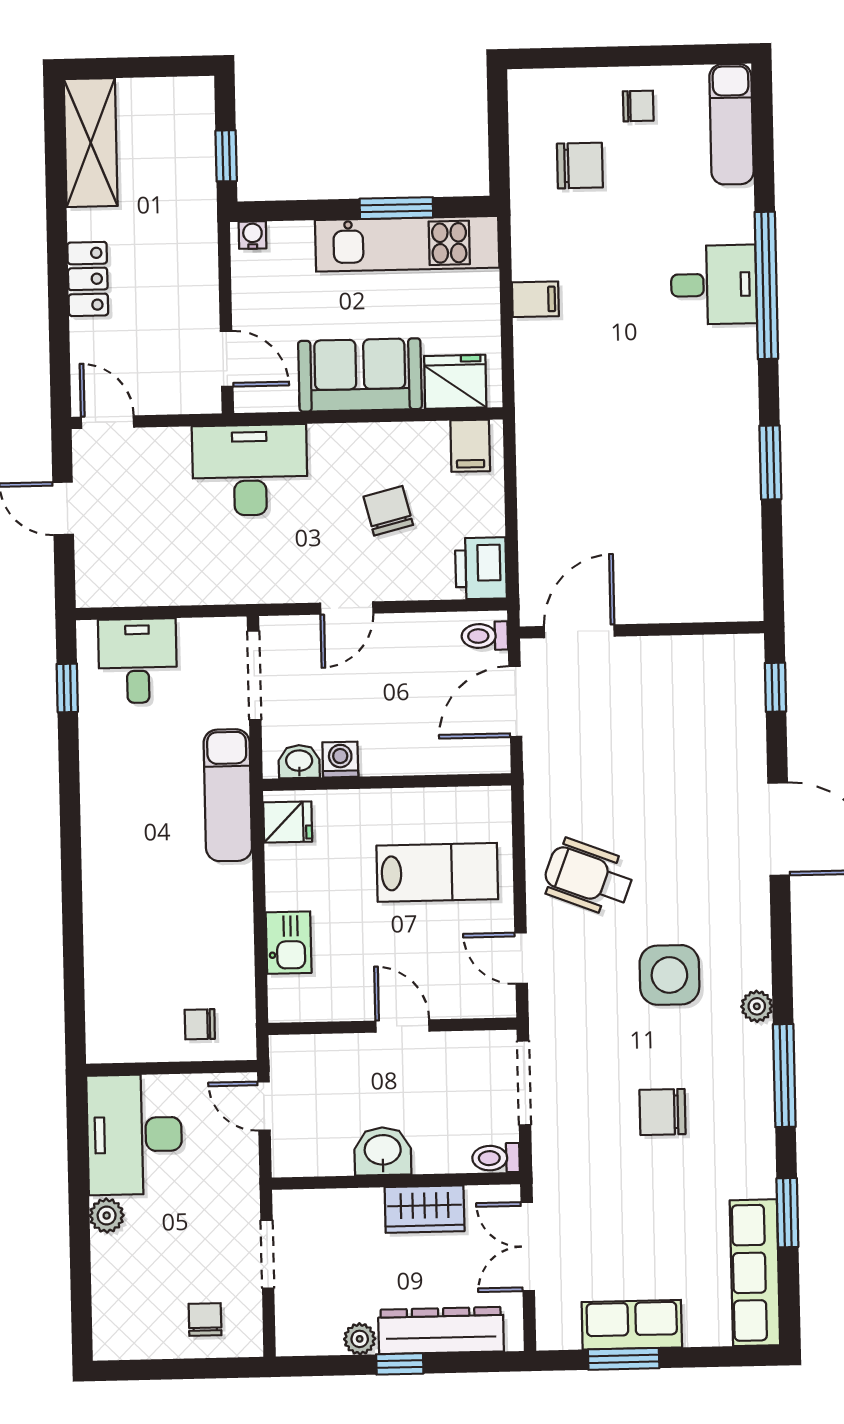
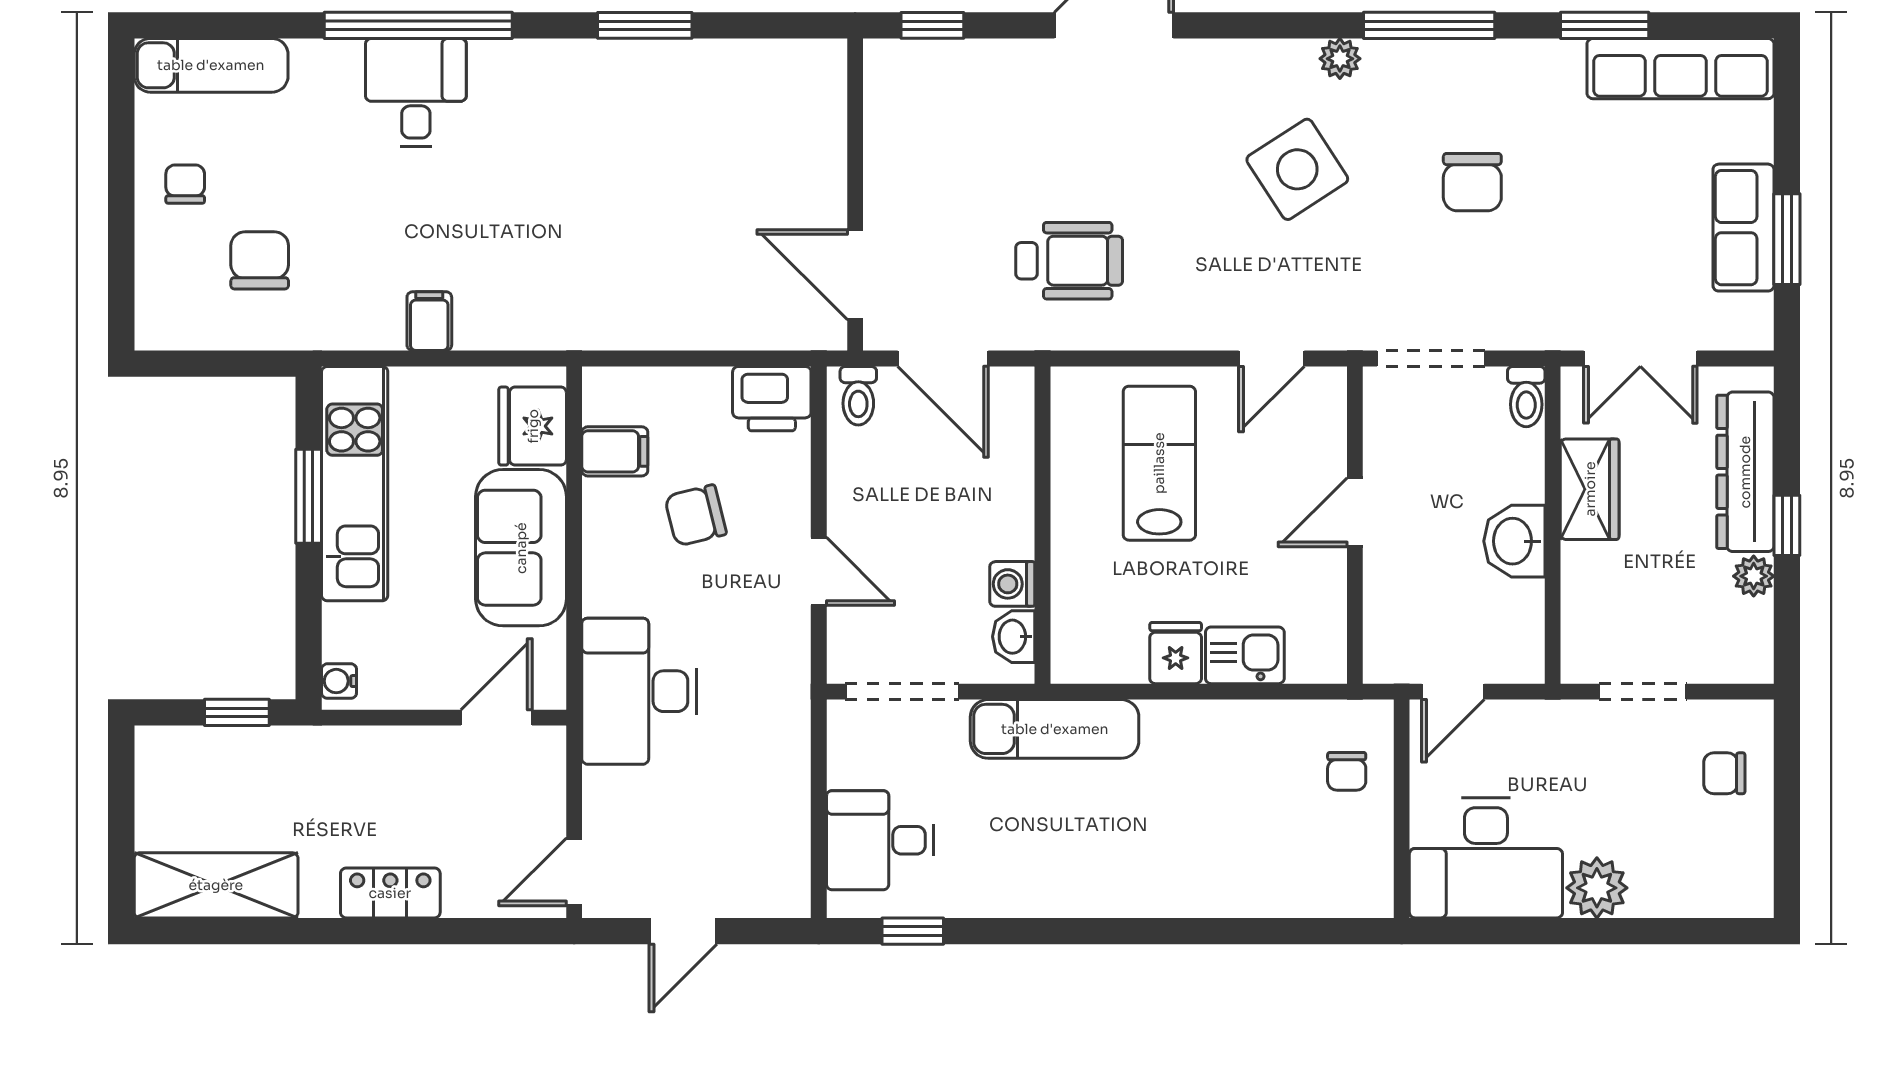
filing cabinet: (470, 446) -> (615, 451), moved
fridge: (288, 822) -> (1176, 653), moved
wheelchair: (588, 877) -> (1069, 261), moved, turned -111
side table: (669, 975) -> (1297, 169), turned -33
plant: (107, 1216) -> (1597, 888), width x1.38, depth x1.38

